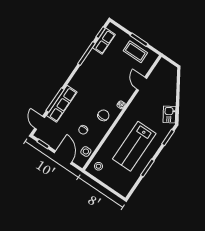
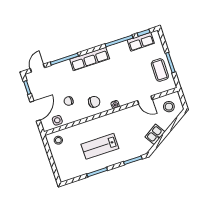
stool: (164, 75) -> (169, 107), added
door: (142, 84) -> (145, 100), swing flipped
row of seats: (62, 104) -> (90, 59), moved
kitchen sink: (169, 114) -> (155, 134), moved
lab bench: (134, 146) -> (100, 146), width x0.73, depth x0.72

